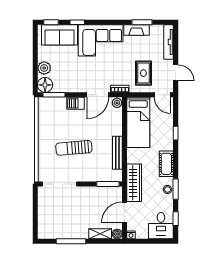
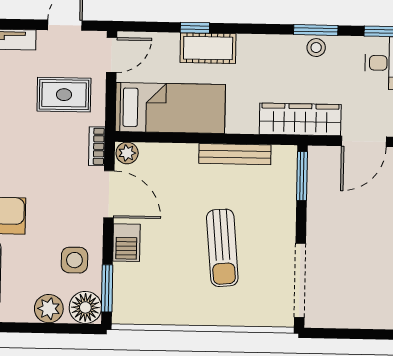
side table: (67, 79) -> (74, 260), added
cot: (166, 164) -> (208, 48), moved
door: (124, 212) -> (364, 141), hinge flipped

